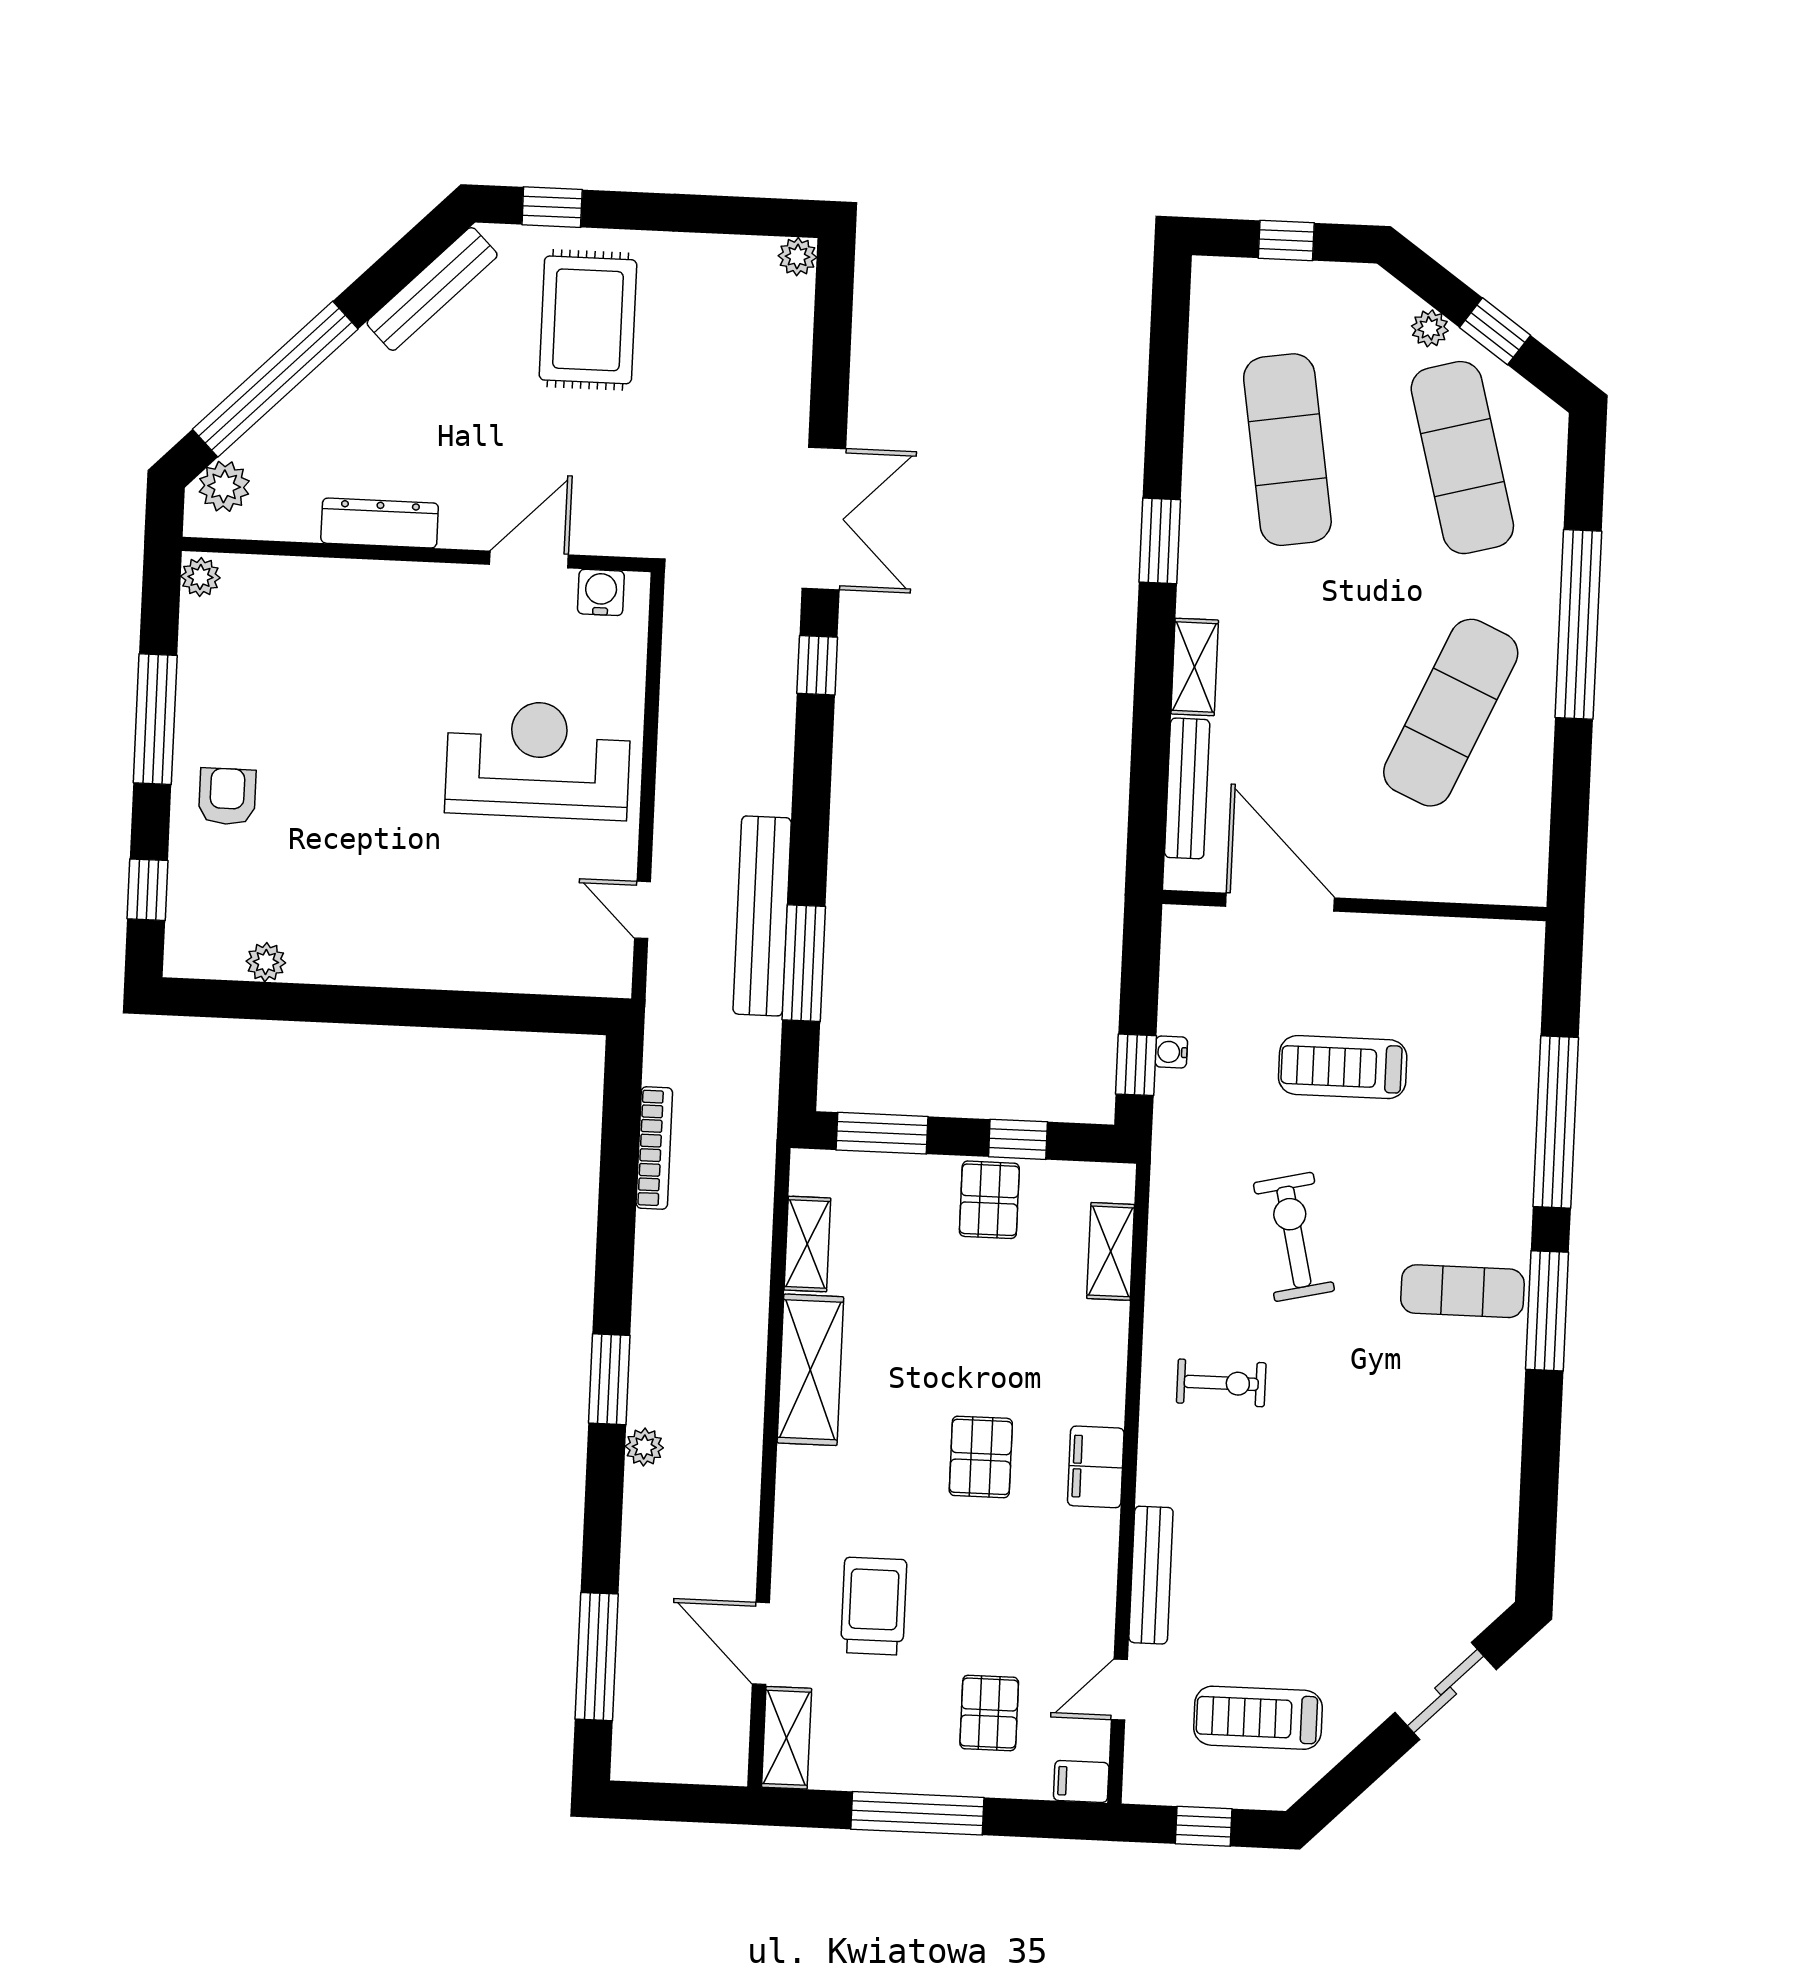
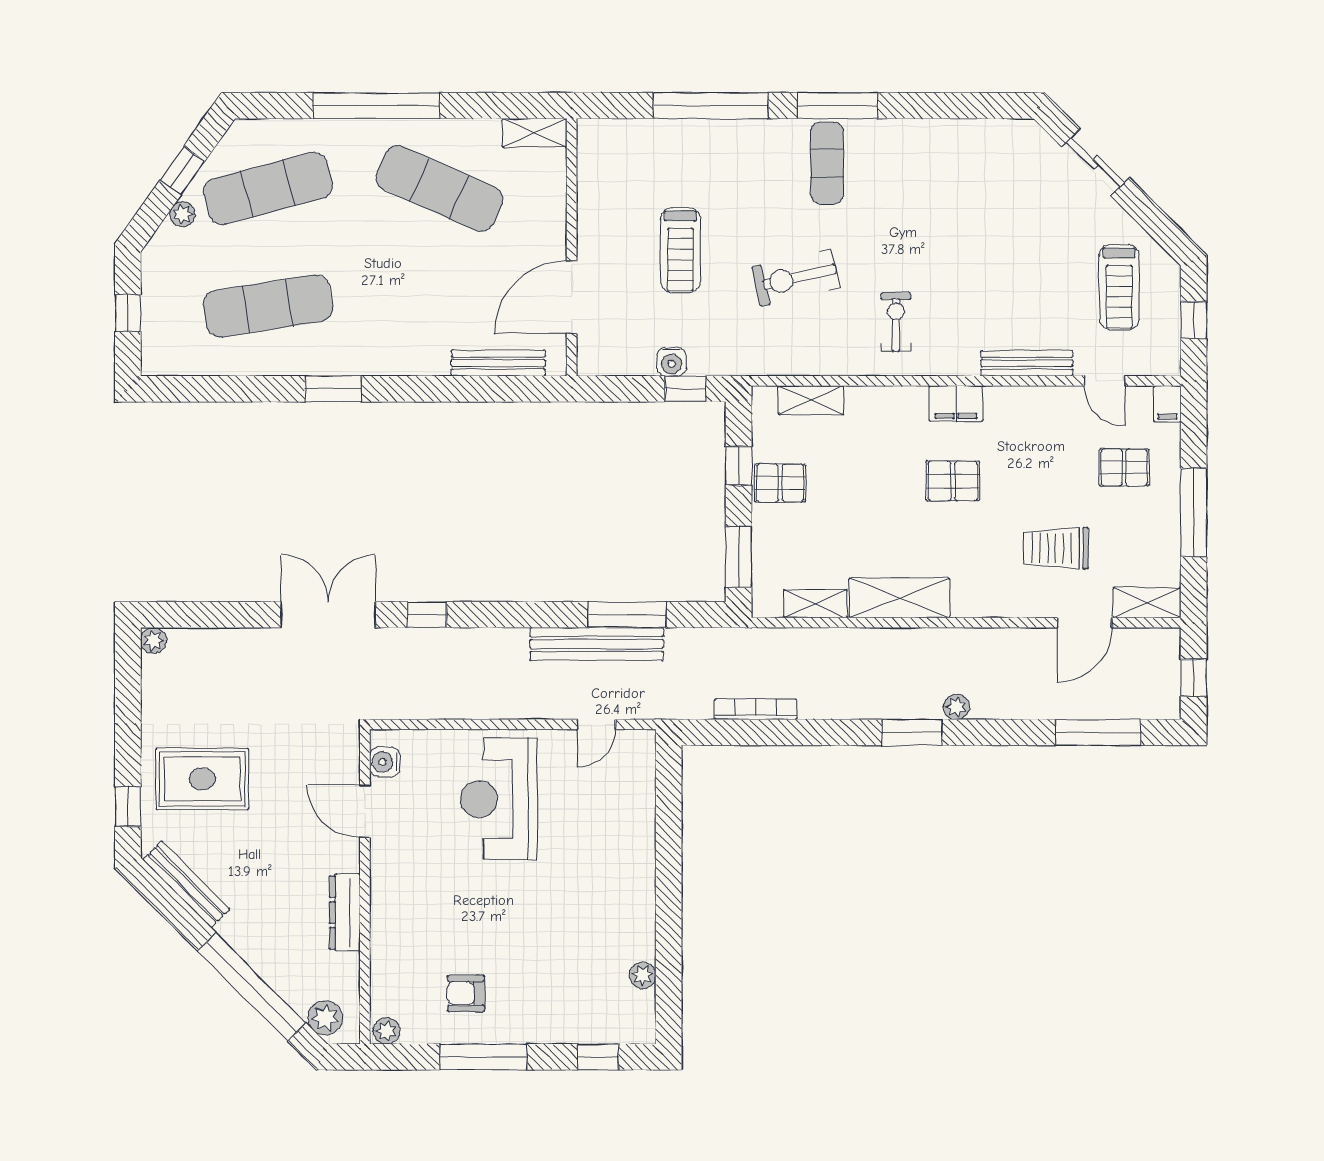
shelving: (1195, 667) -> (535, 133), moved
armchair: (227, 796) -> (466, 993), moved
water cooler: (1171, 1052) -> (671, 362), width x1.38, depth x1.38
window: (672, 1802) -> (1194, 678), added

